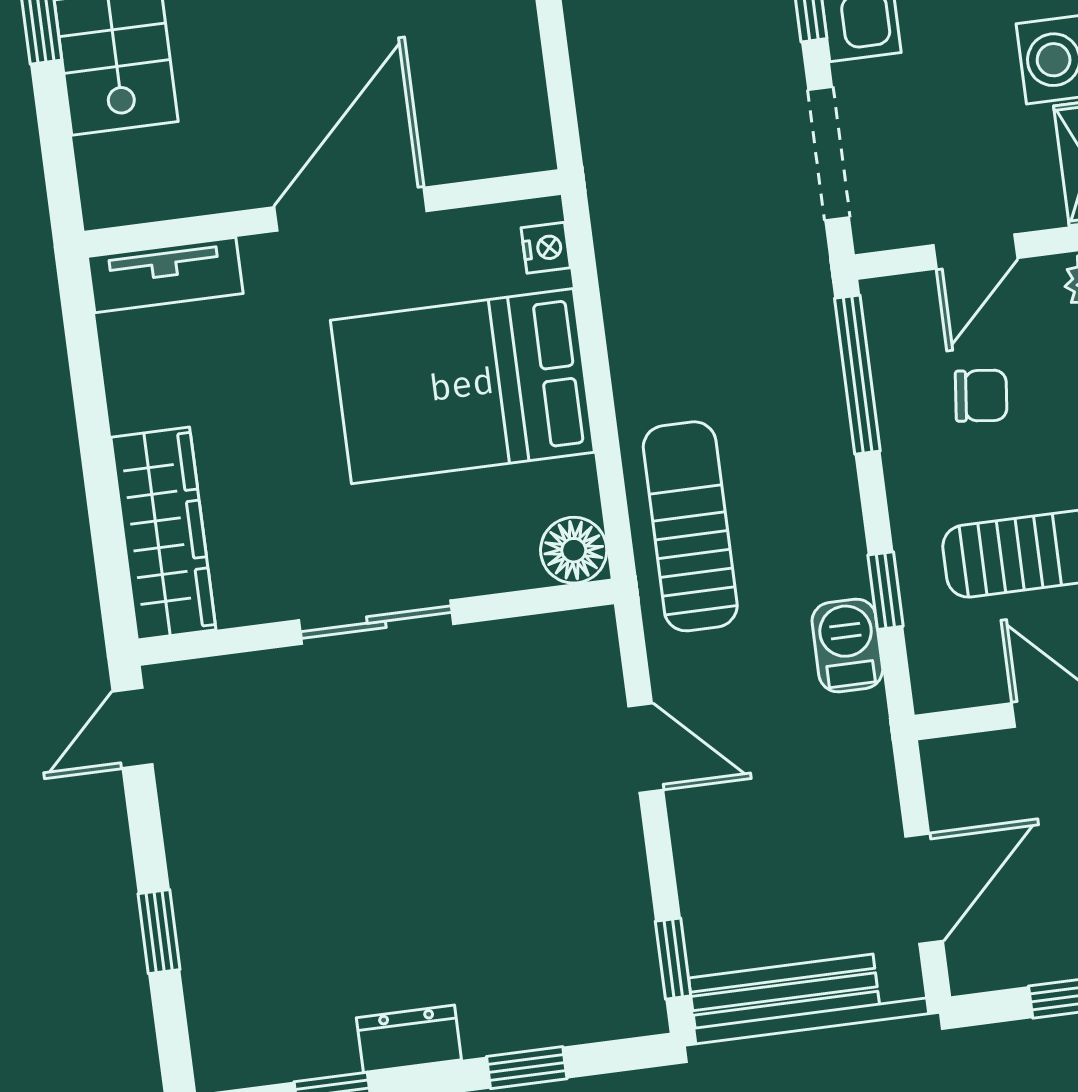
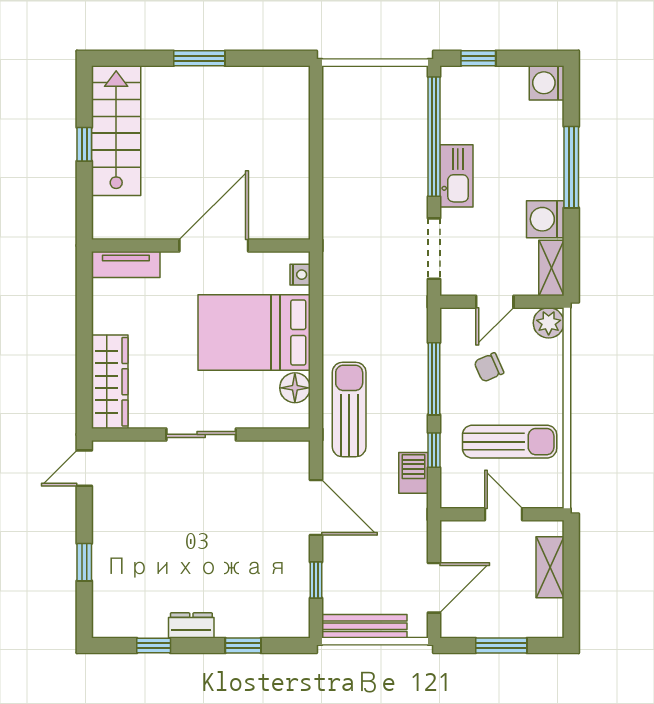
window: (857, 375) -> (434, 379), moved
chair: (981, 396) -> (489, 367), turned 150
floor lamp: (574, 550) -> (295, 388), moved
door: (646, 748) -> (316, 507), width x1.38
window: (673, 959) -> (316, 580), moved

